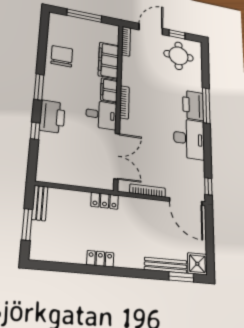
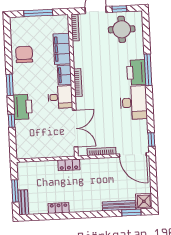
bench: (40, 203) -> (23, 202), moved
locker: (100, 259) -> (59, 208), moved

